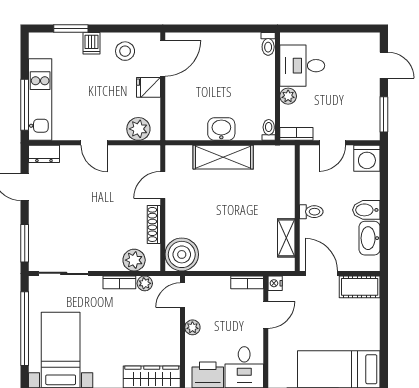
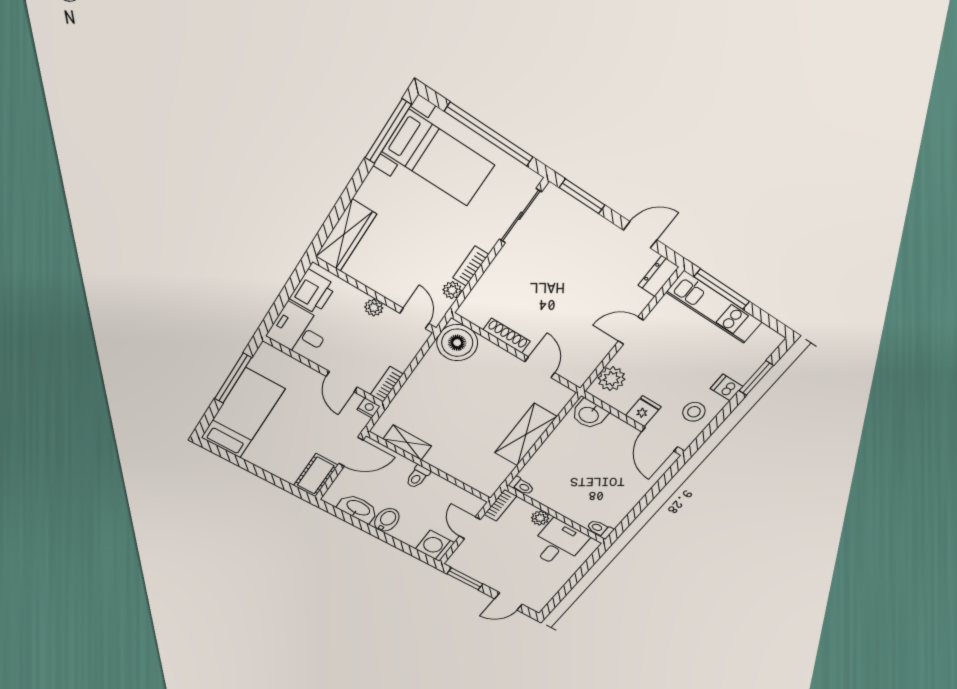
washbasin: (221, 129) -> (589, 414), moved, turned 90
plant: (134, 260) -> (484, 295), removed

